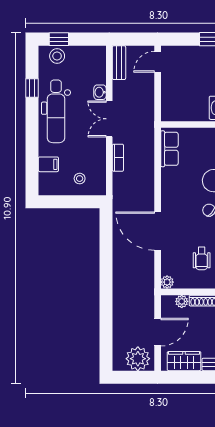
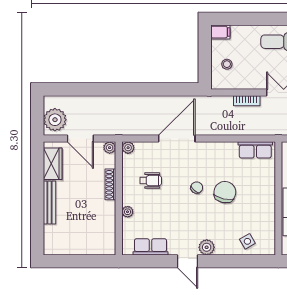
filing cabinet: (48, 164) -> (220, 32), moved, turned -90
wheelchair: (202, 258) -> (151, 181), turned 180
plant: (182, 301) -> (110, 148), moved

